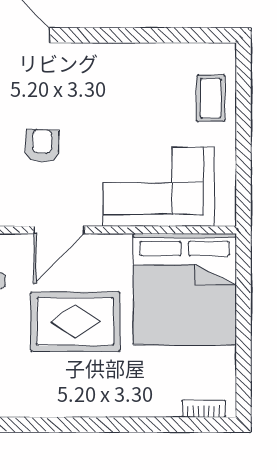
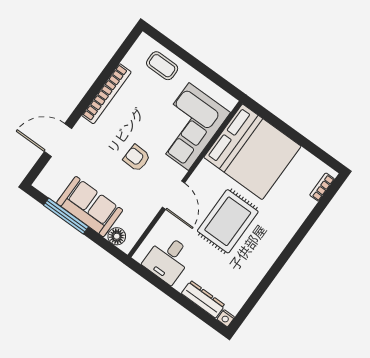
bookcase: (125, 54) -> (106, 94), added
armchair: (42, 146) -> (137, 158), moved

